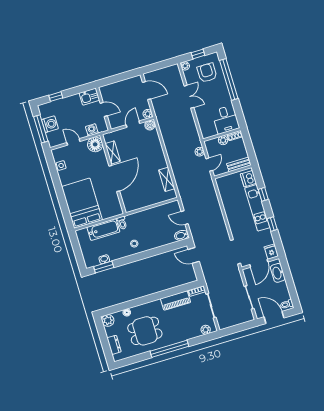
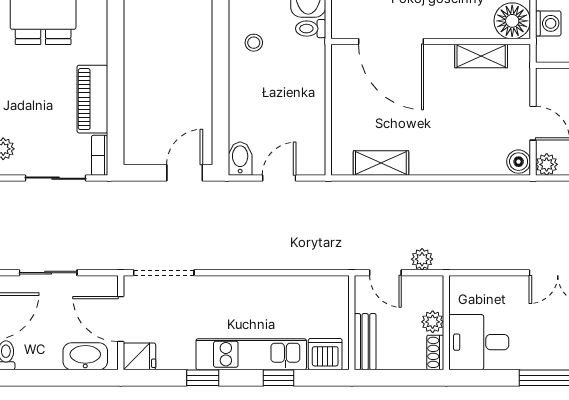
door: (114, 178) -> (391, 42), moved

